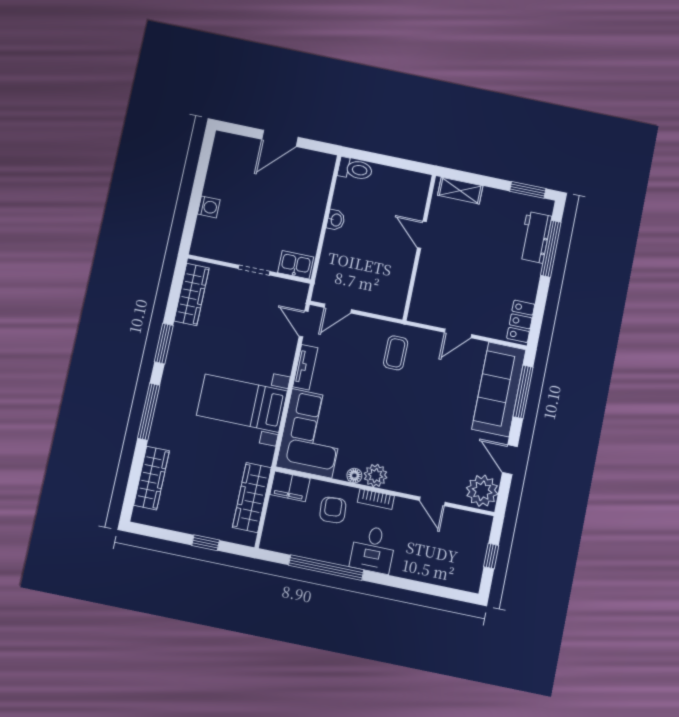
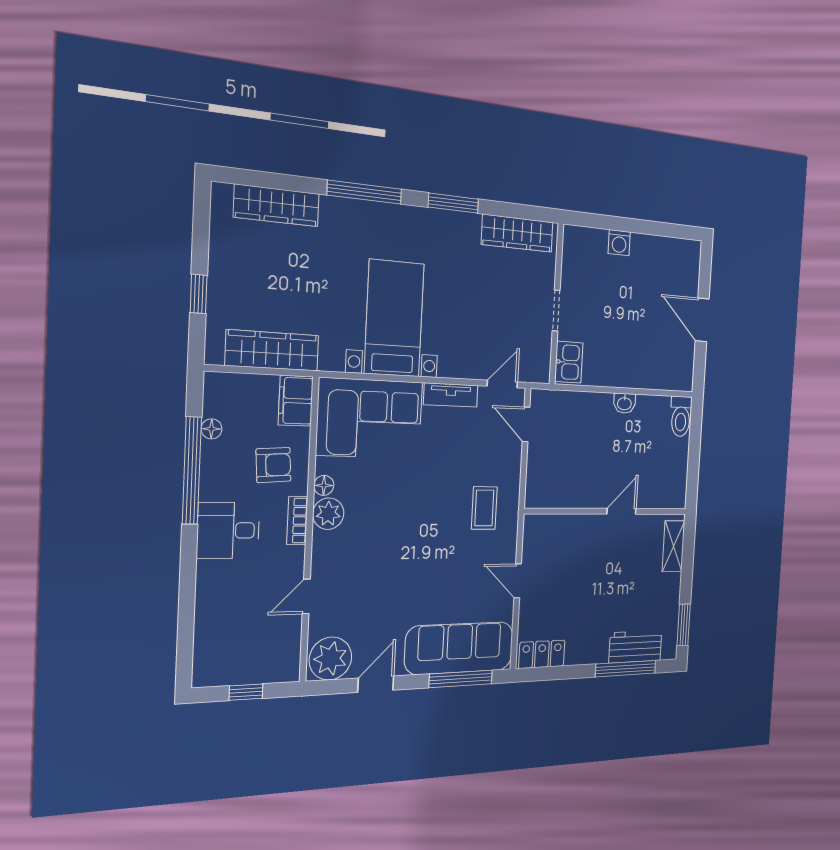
coffee table: (396, 353) -> (484, 508), turned 90
floor lamp: (300, 549) -> (211, 429), added

